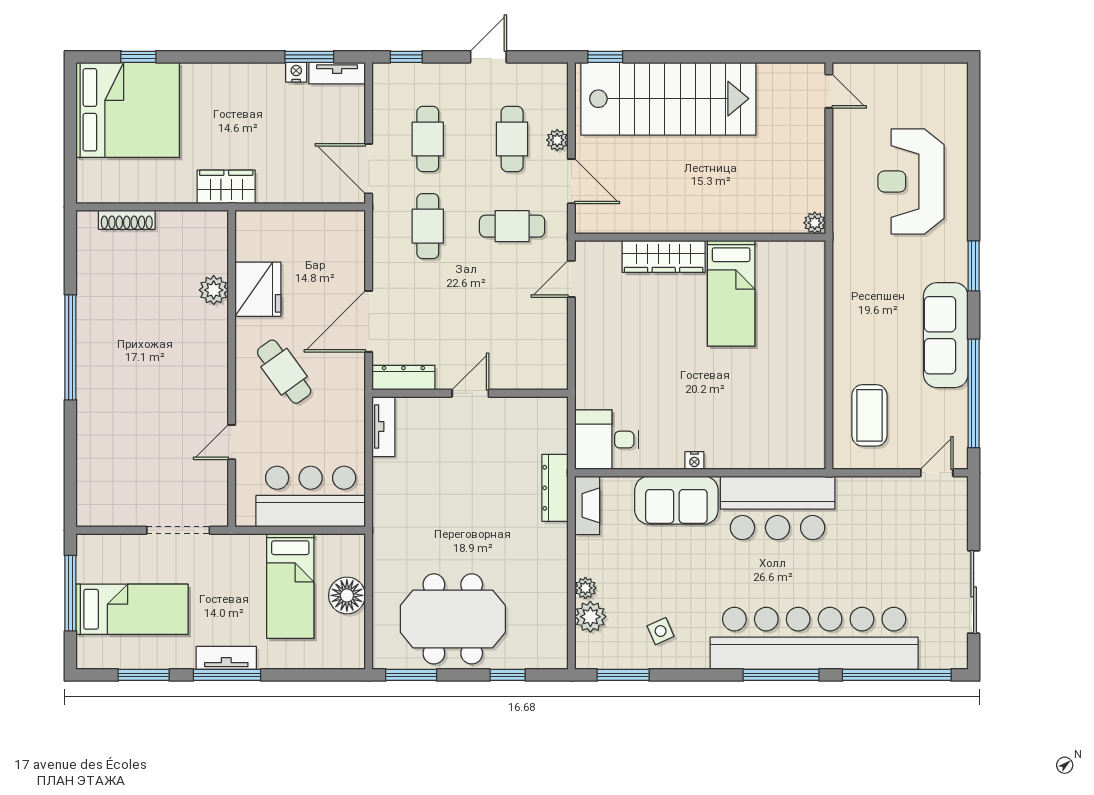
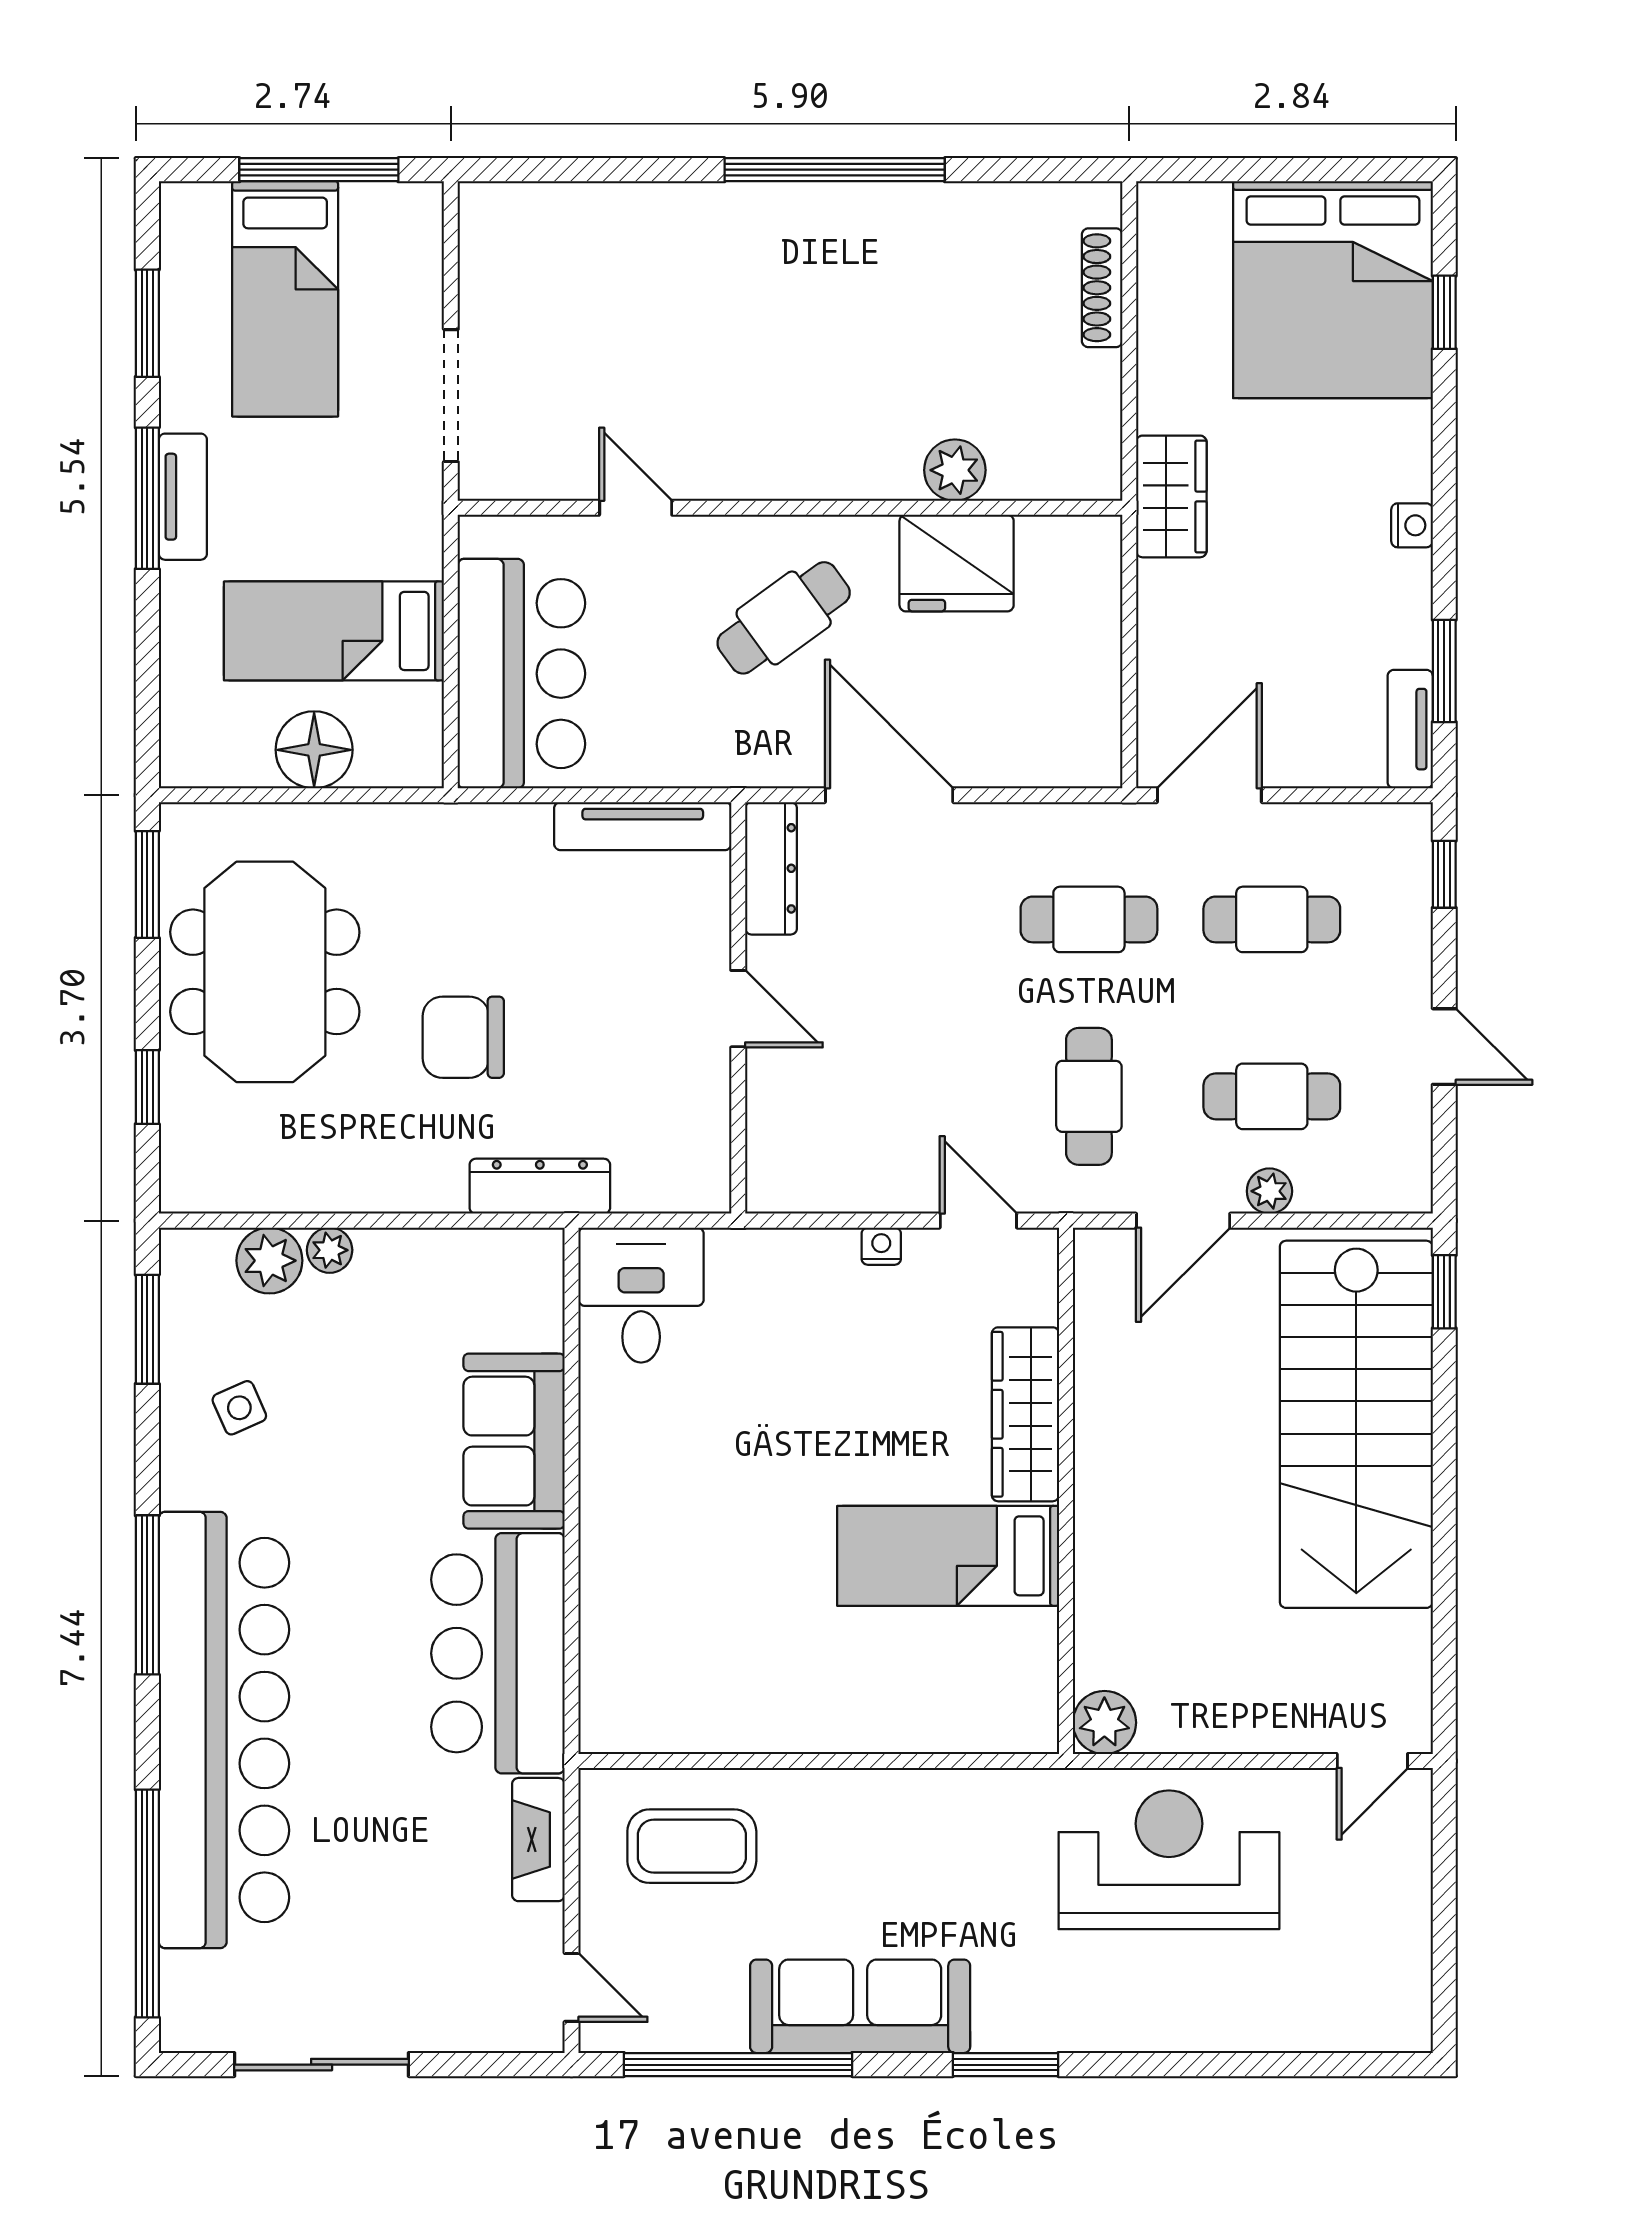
nightstand: (296, 72) -> (1412, 525), moved
reception desk: (911, 181) -> (1169, 1860), moved
plant: (815, 223) -> (1104, 1723), width x1.38, depth x1.38
tv unit: (383, 427) -> (643, 826), width x1.41
nightstand: (694, 461) -> (881, 1246), moved, turned 90
fireplace: (587, 505) -> (538, 1840), moved, turned 90
chair: (484, 524) -> (463, 1037), added
window: (781, 675) -> (147, 1595), moved

